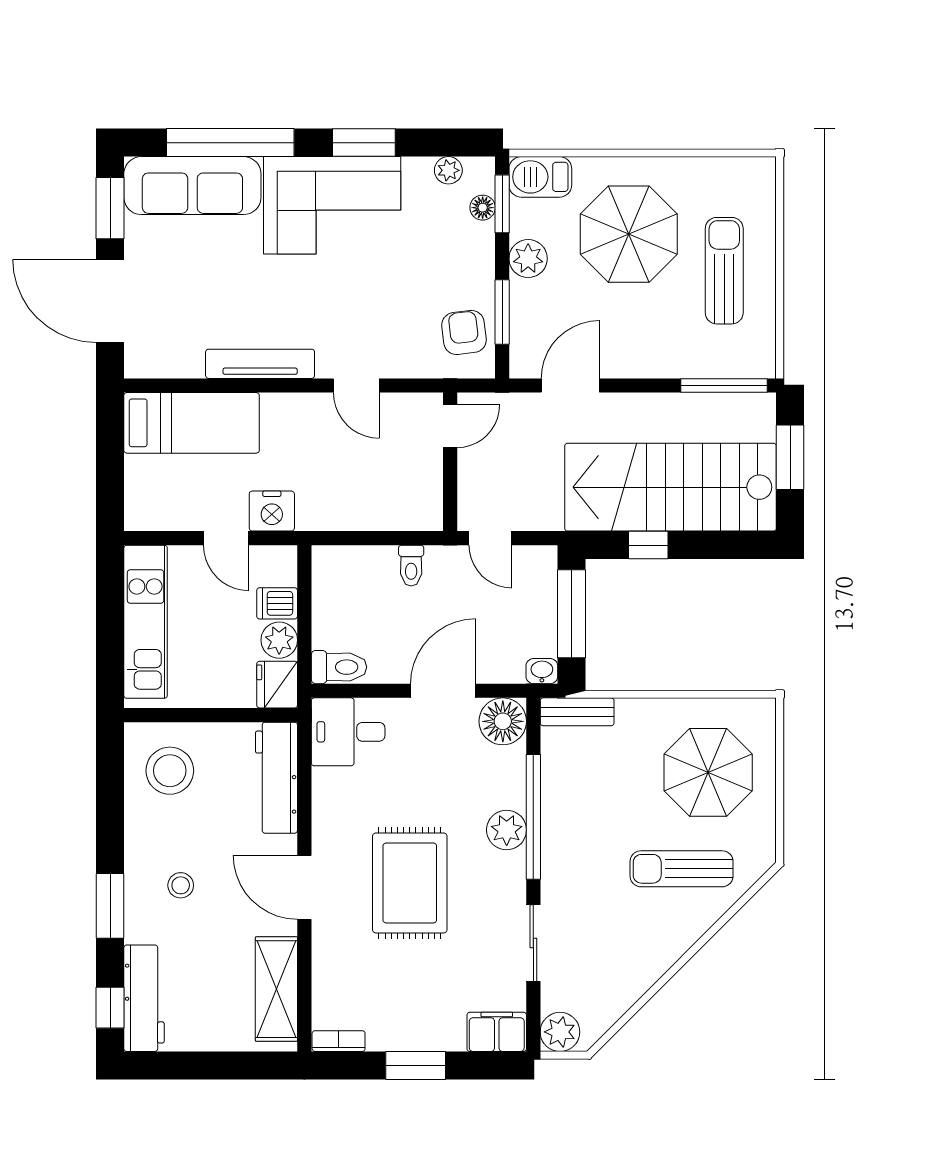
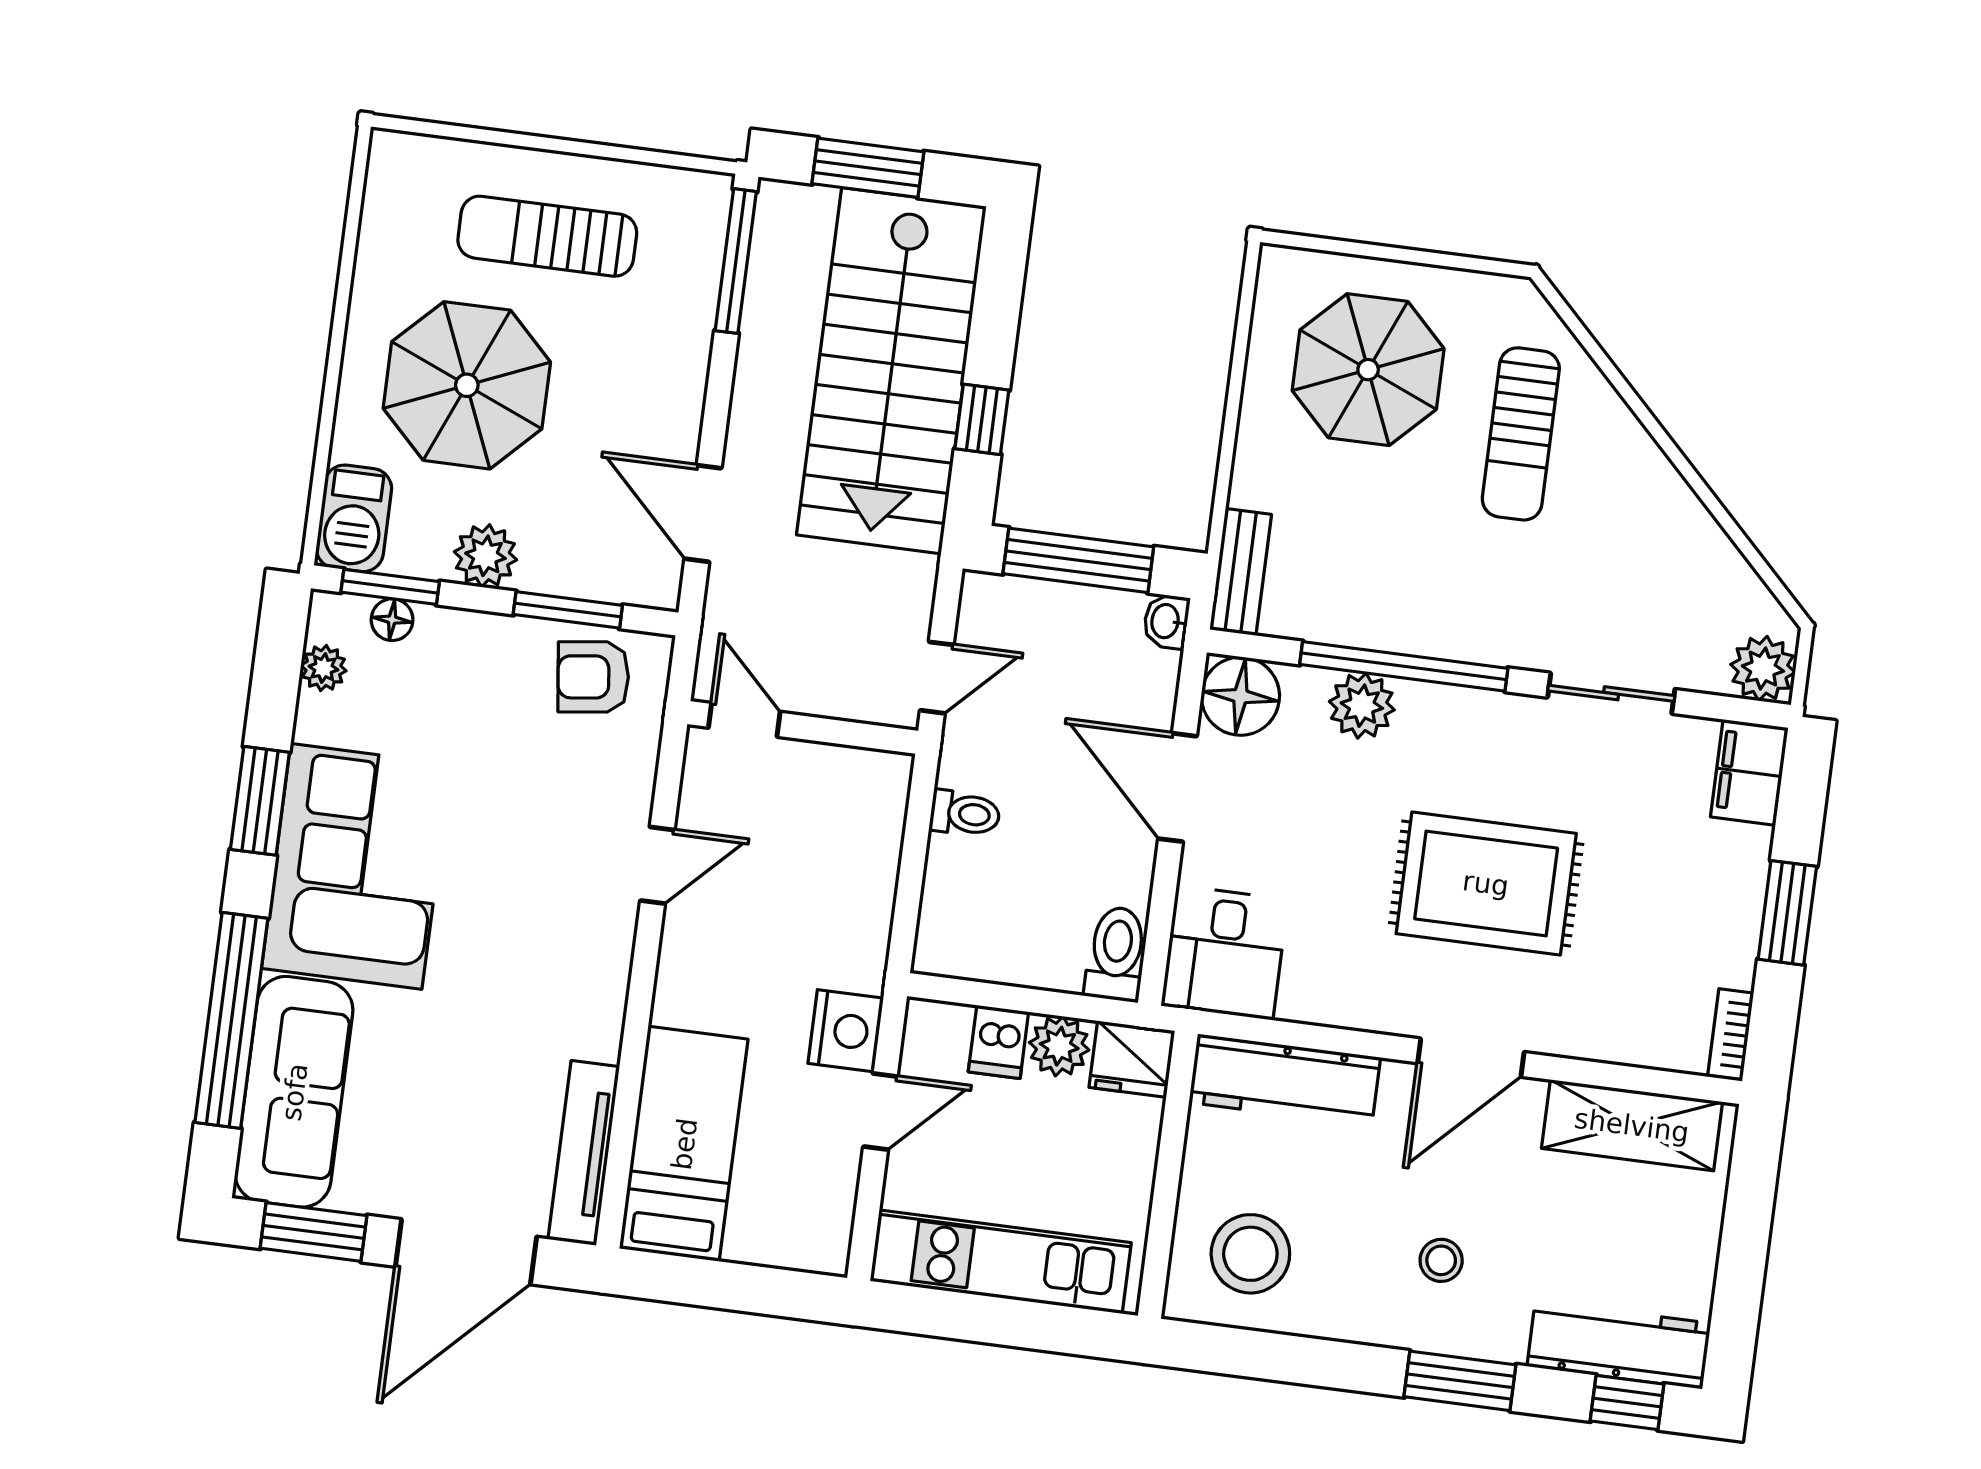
tv unit: (260, 364) -> (584, 1153), moved
plant: (507, 830) -> (1362, 706), moved

